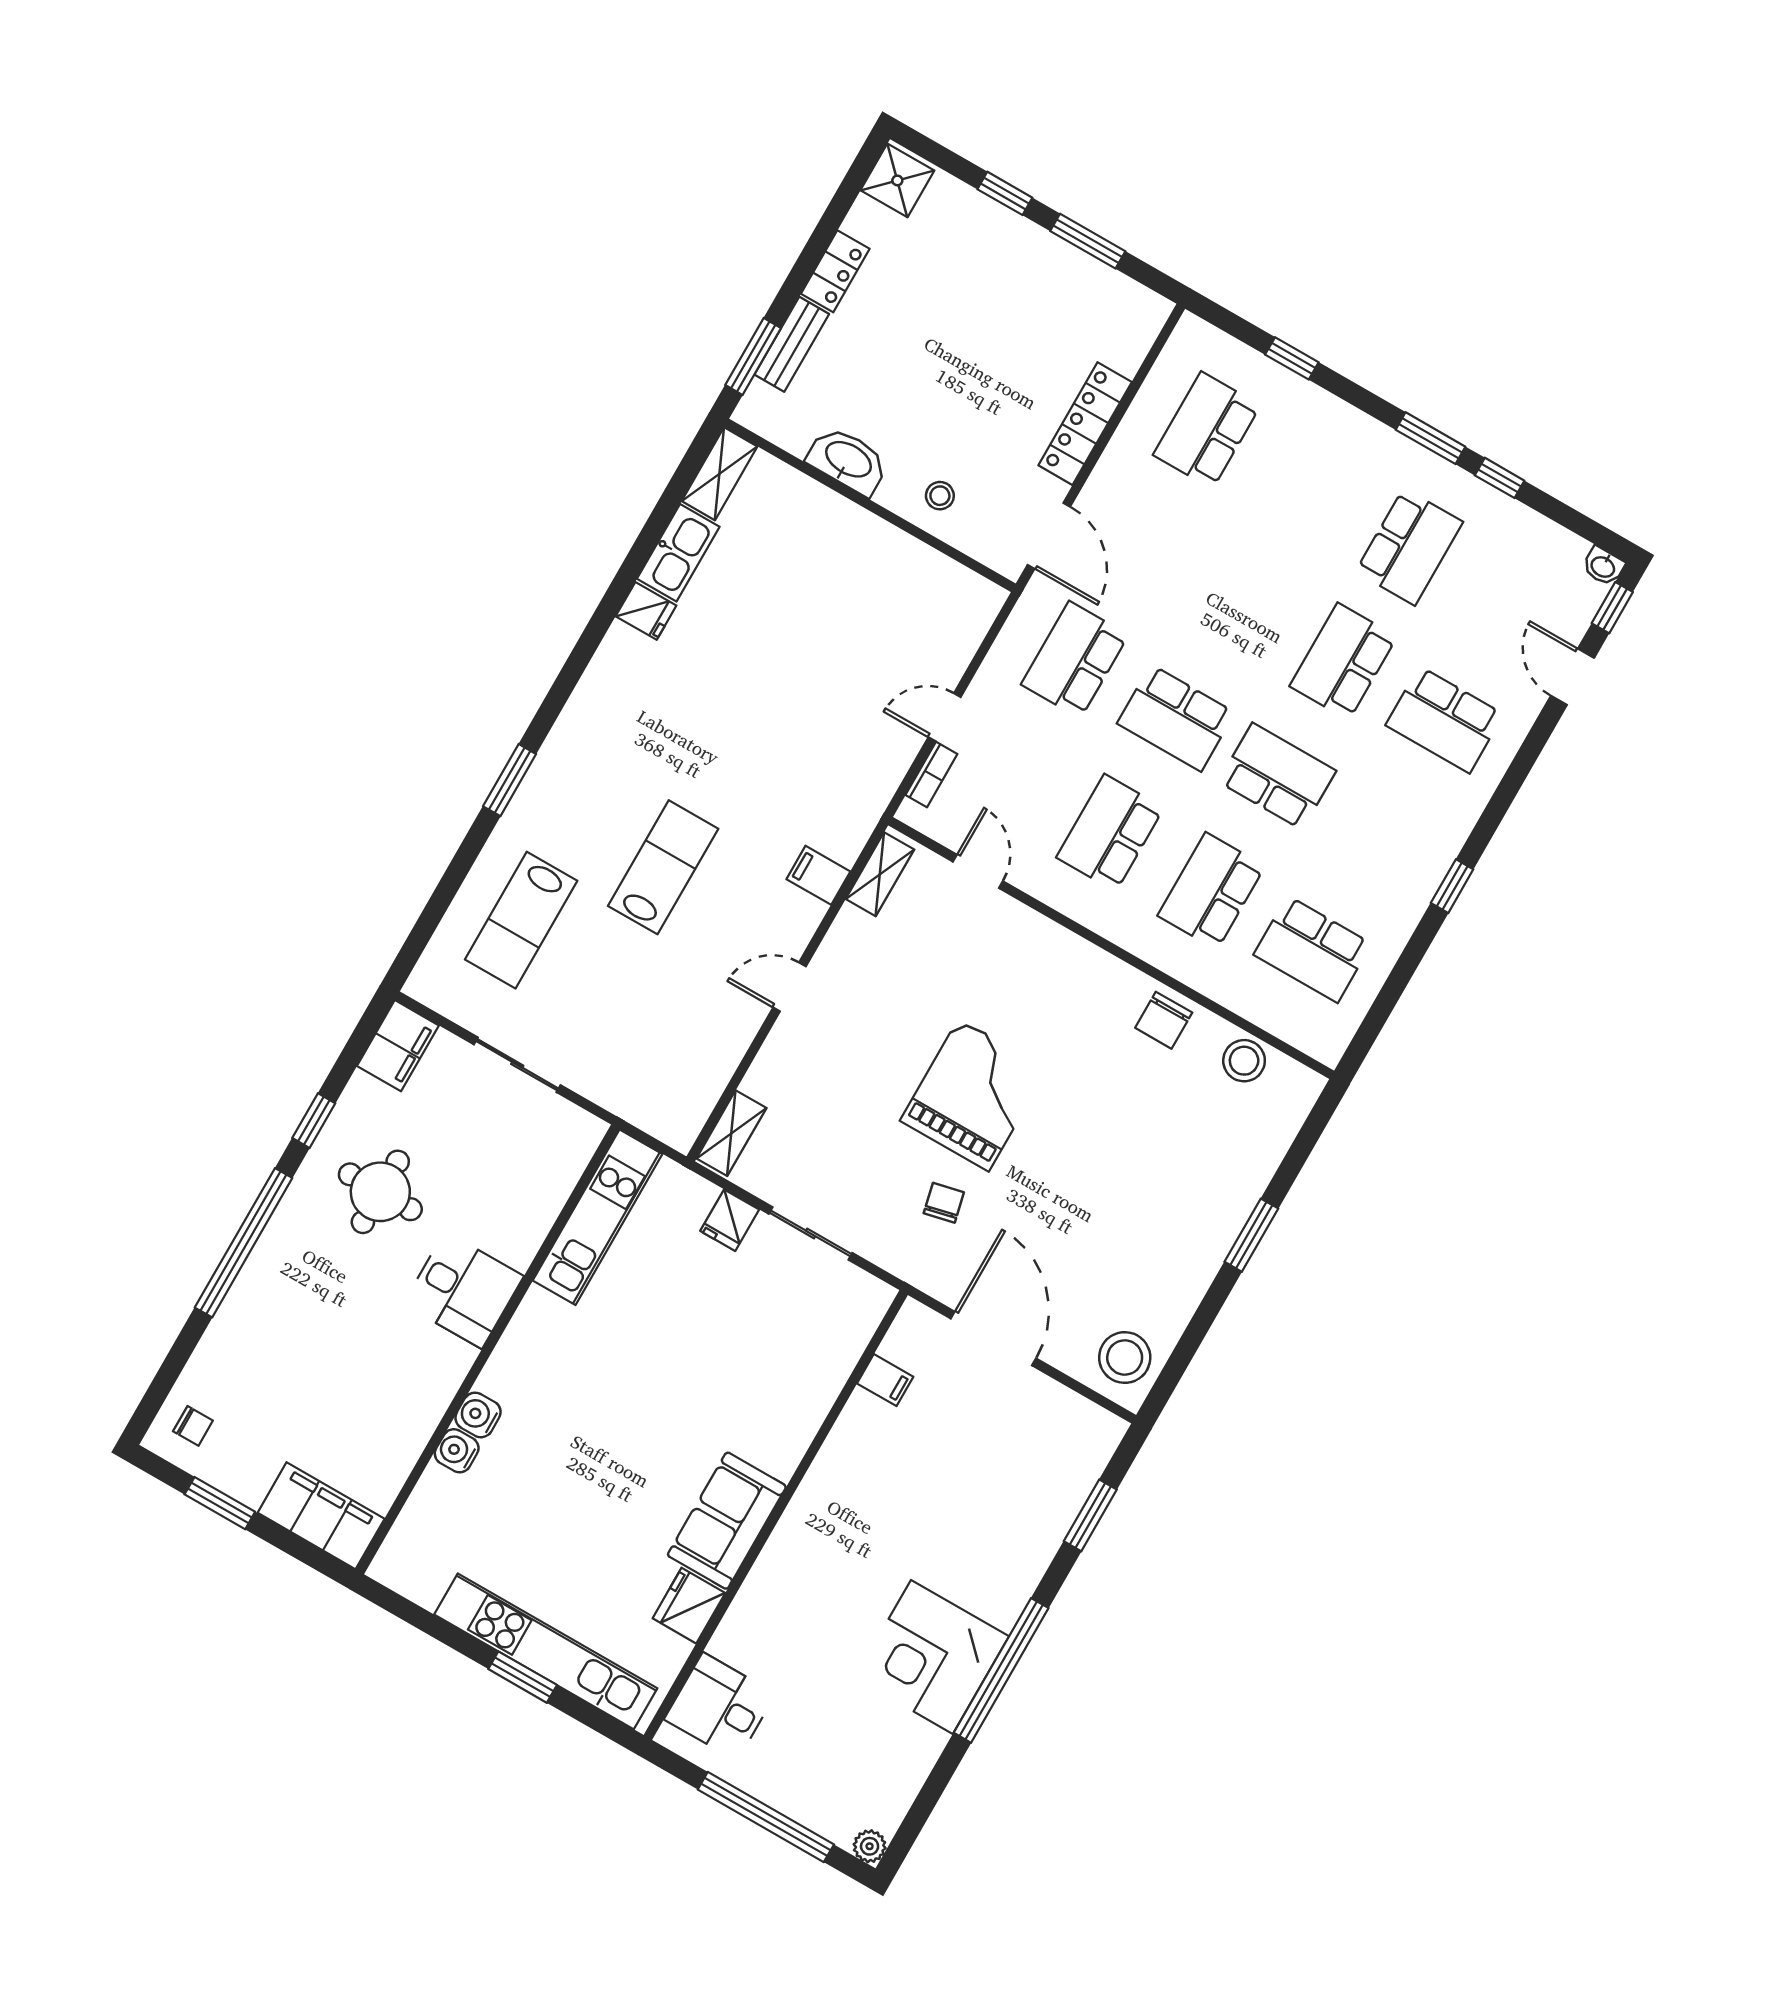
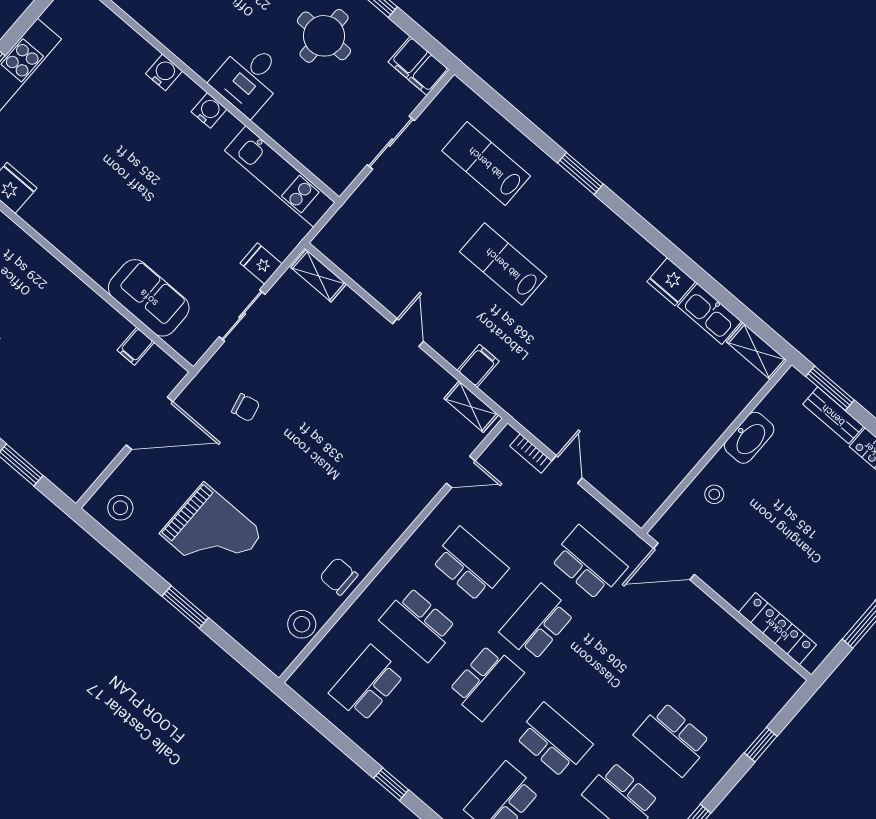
locker: (1085, 424) -> (777, 629), moved
school desk: (1207, 430) -> (673, 739), moved, turned 180
fridge: (646, 611) -> (671, 282), width x1.38
lab bench: (663, 867) -> (503, 264), turned 180
school desk: (1211, 891) -> (418, 624), turned 180
grand piano: (974, 1095) -> (212, 533), moved
stool: (1125, 1358) -> (120, 508), width x0.73, depth x0.73
water cooler: (457, 1451) -> (209, 110), moved
sofa: (727, 1521) -> (149, 298), moved

